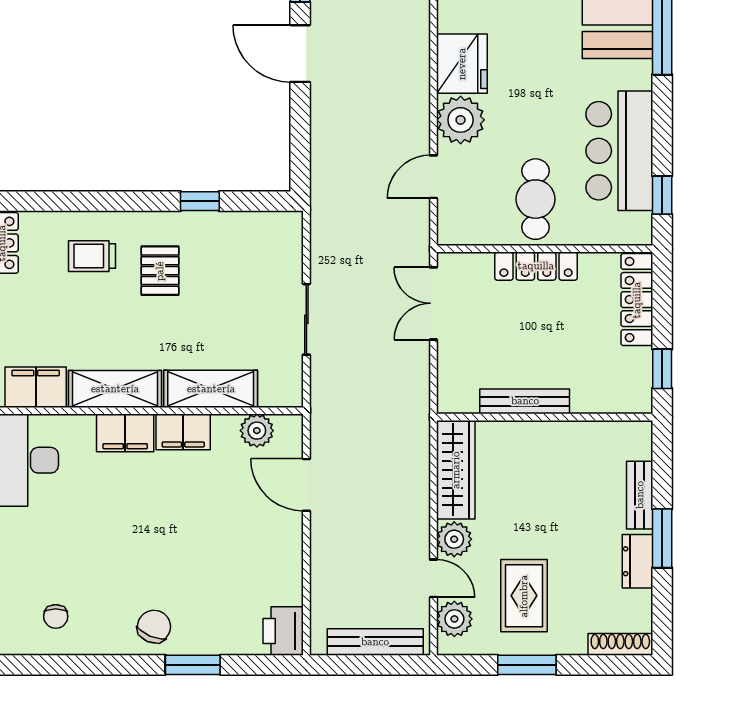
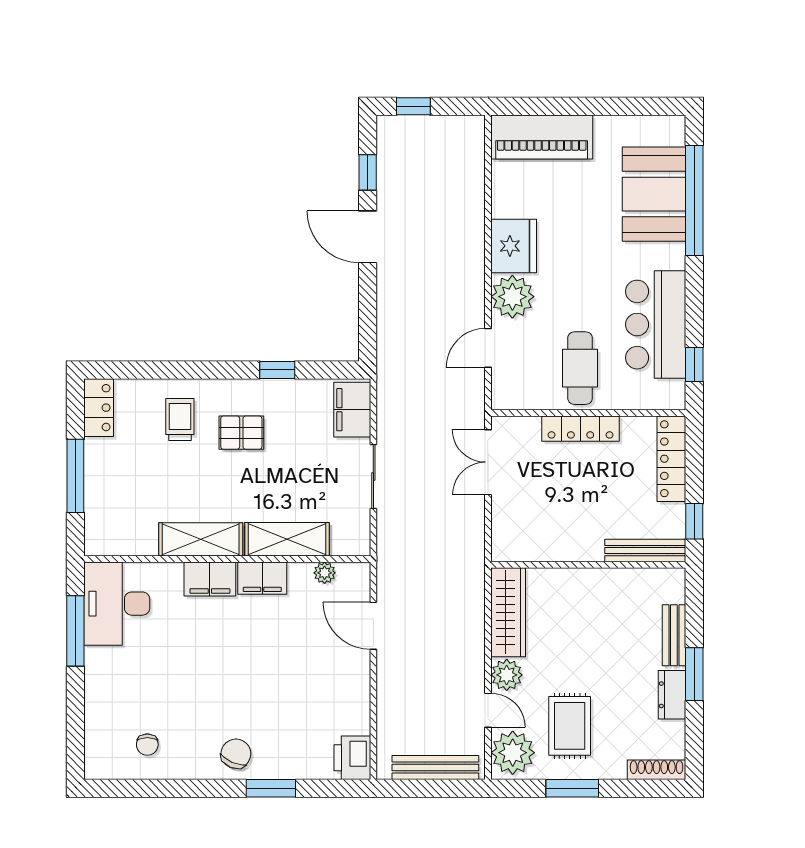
trolley: (92, 256) -> (180, 419), turned 90
pallet: (160, 271) -> (241, 433), turned 90
filing cabinet: (36, 387) -> (352, 410), moved, turned -90
bench: (525, 401) -> (645, 551), moved
plant: (257, 431) -> (325, 573), width x0.73, depth x0.73
plant: (454, 619) -> (513, 753), width x1.36, depth x1.36

